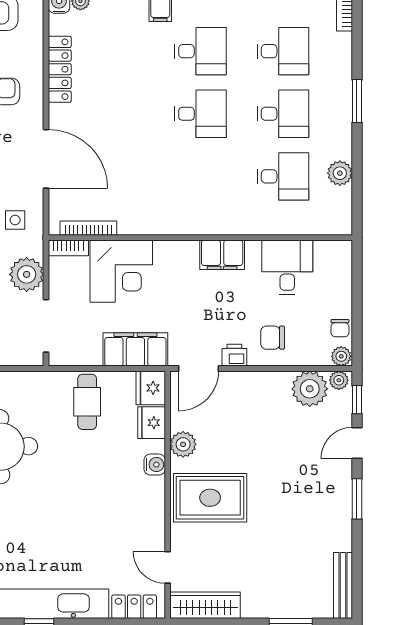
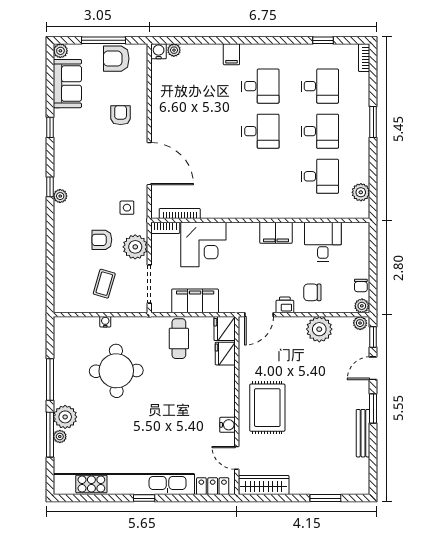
locker: (60, 69) -> (159, 99), removed
plant: (340, 173) -> (361, 192), moved
filing cabinet: (135, 349) -> (195, 301), moved
plant: (310, 389) -> (319, 329), moved
plant: (183, 444) -> (248, 369), removed
water cooler: (155, 465) -> (227, 425), moved
rug: (210, 498) -> (267, 408), turned 90
bench: (343, 585) -> (363, 433), moved

